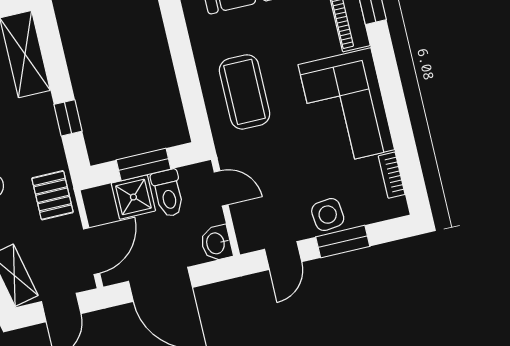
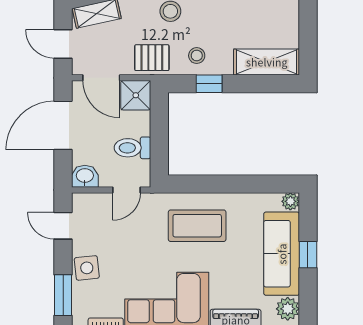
stool: (37, 141) -> (197, 56), added
window: (144, 164) -> (159, 134), removed
shower: (133, 197) -> (136, 95), moved
window: (343, 242) -> (63, 295), moved

